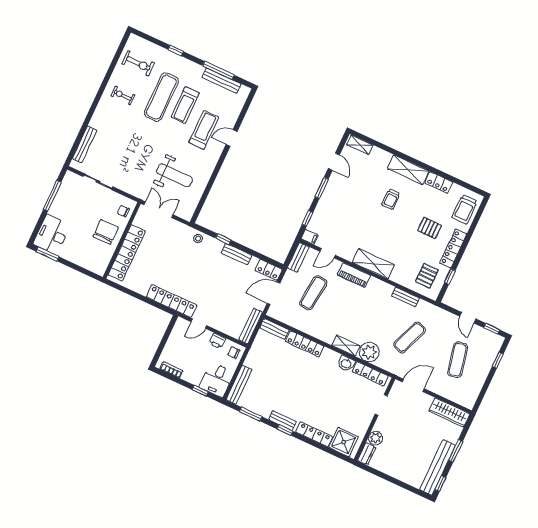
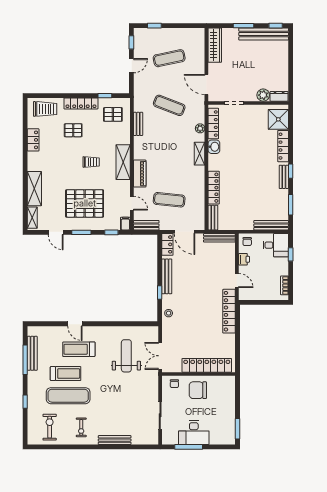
bench: (85, 144) -> (115, 440), moved
door: (334, 162) -> (56, 232), swing flipped
shelving: (408, 170) -> (34, 189), moved
trolley: (391, 199) -> (91, 162), moved
pallet: (350, 205) -> (85, 203), added
pallet: (430, 228) -> (73, 130), turned 90
desk: (52, 234) -> (194, 433), moved
bench: (236, 254) -> (167, 276), width x1.36
plant: (369, 352) -> (200, 128), width x0.53, depth x0.53

